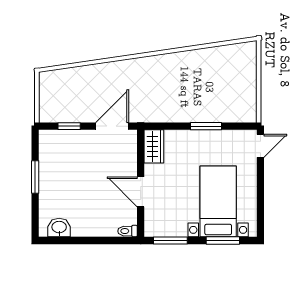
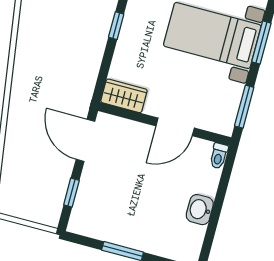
window: (206, 126) -> (116, 26), width x0.67
washbasin: (59, 228) -> (200, 210), moved

